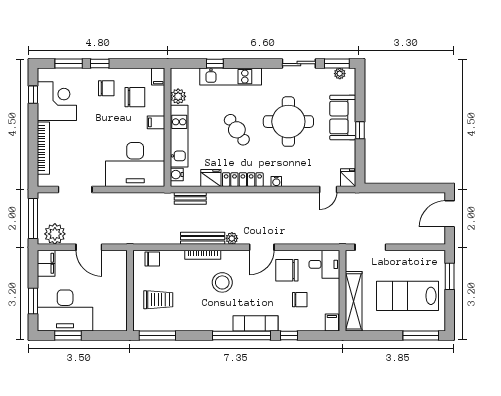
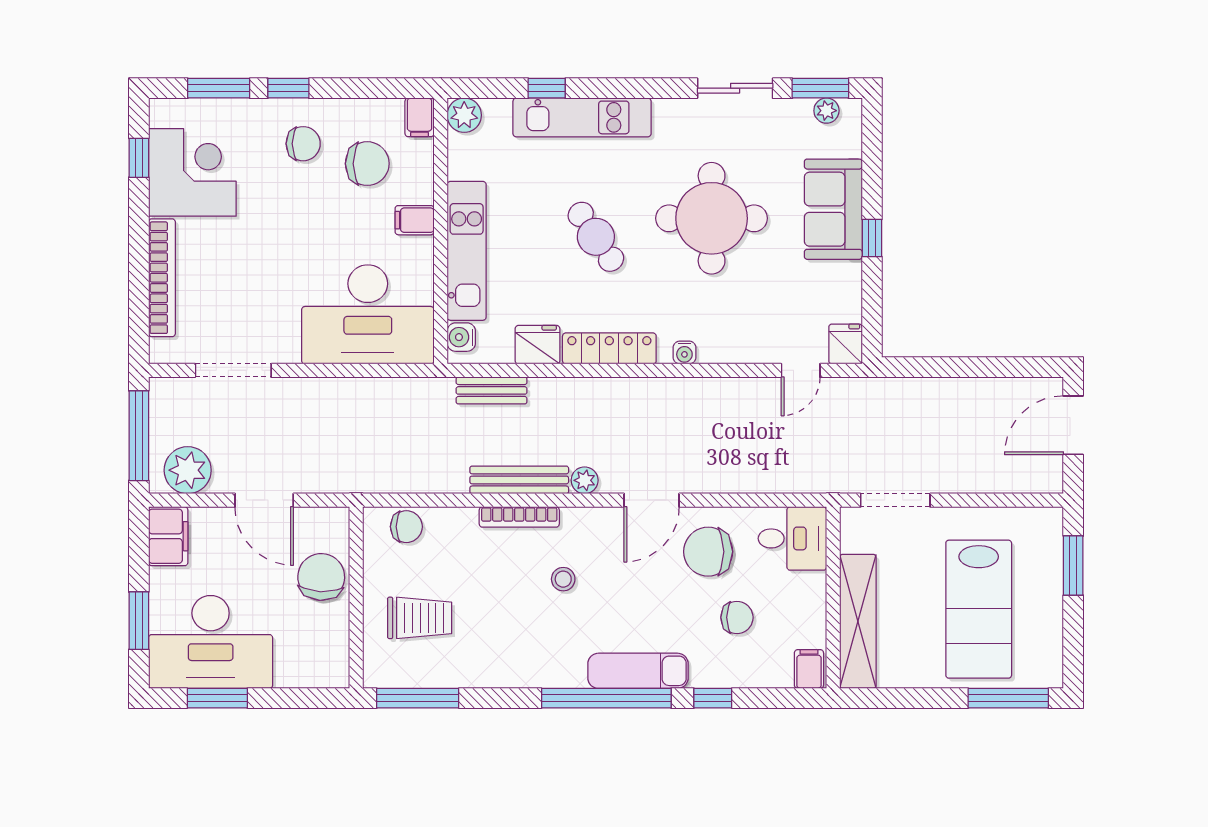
plant: (178, 96) -> (464, 115), moved
chair: (114, 281) -> (321, 577), added
stool: (222, 282) -> (563, 579), width x0.53, depth x0.53
lab bench: (408, 296) -> (979, 609), turned -90

